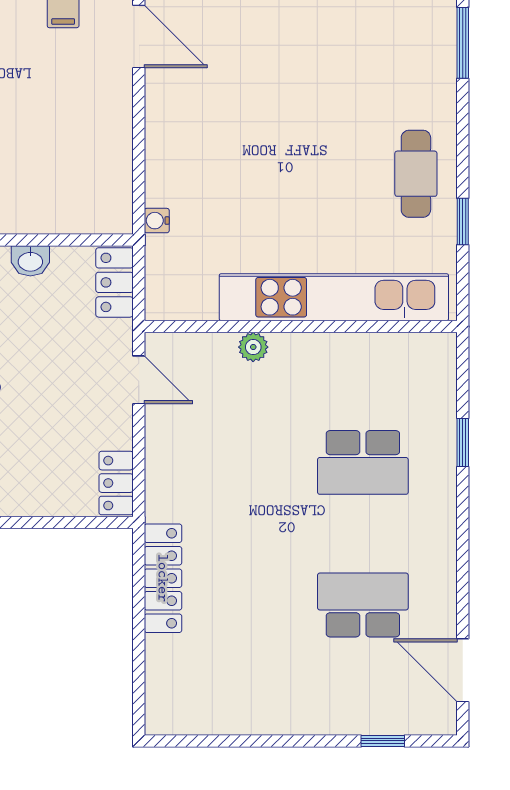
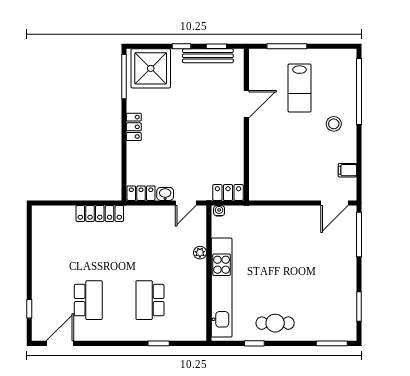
water cooler: (157, 221) -> (219, 211), moved
washbasin: (30, 261) -> (165, 194), moved, turned 90

